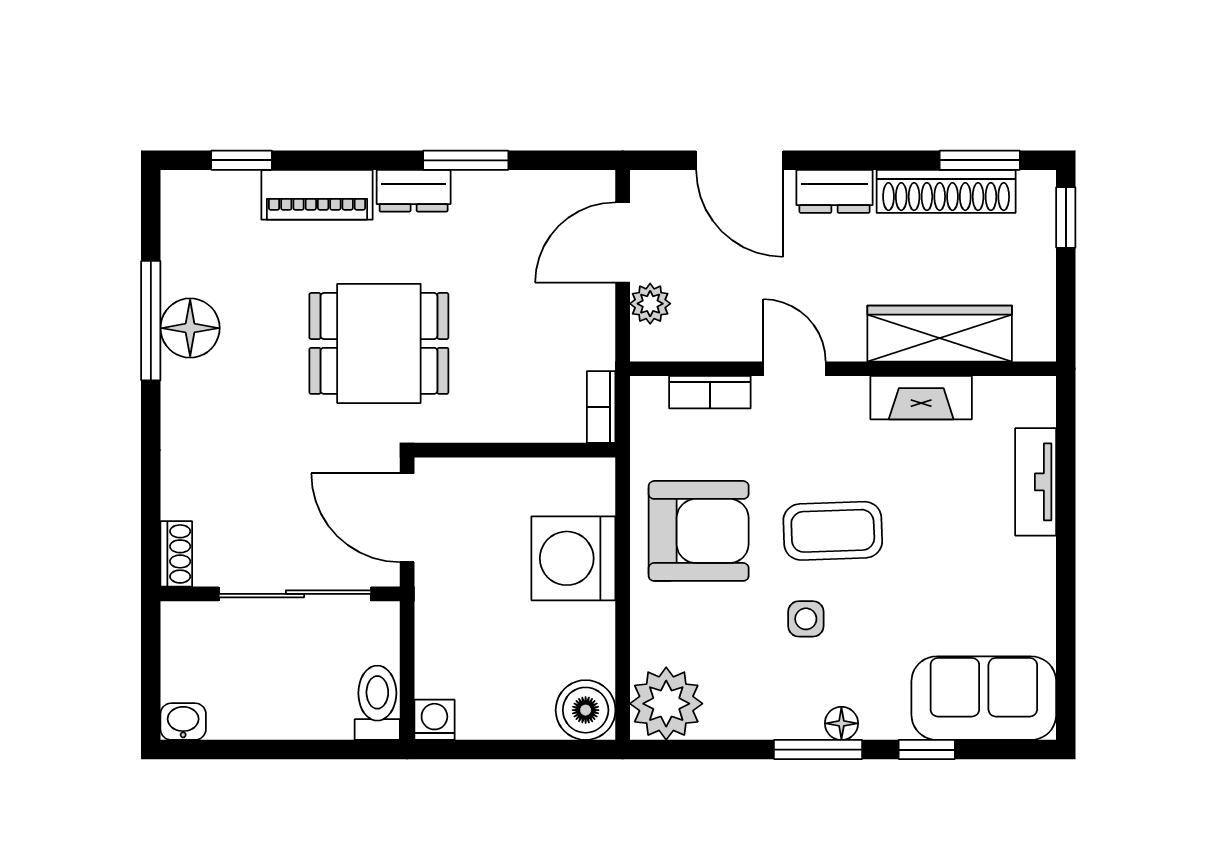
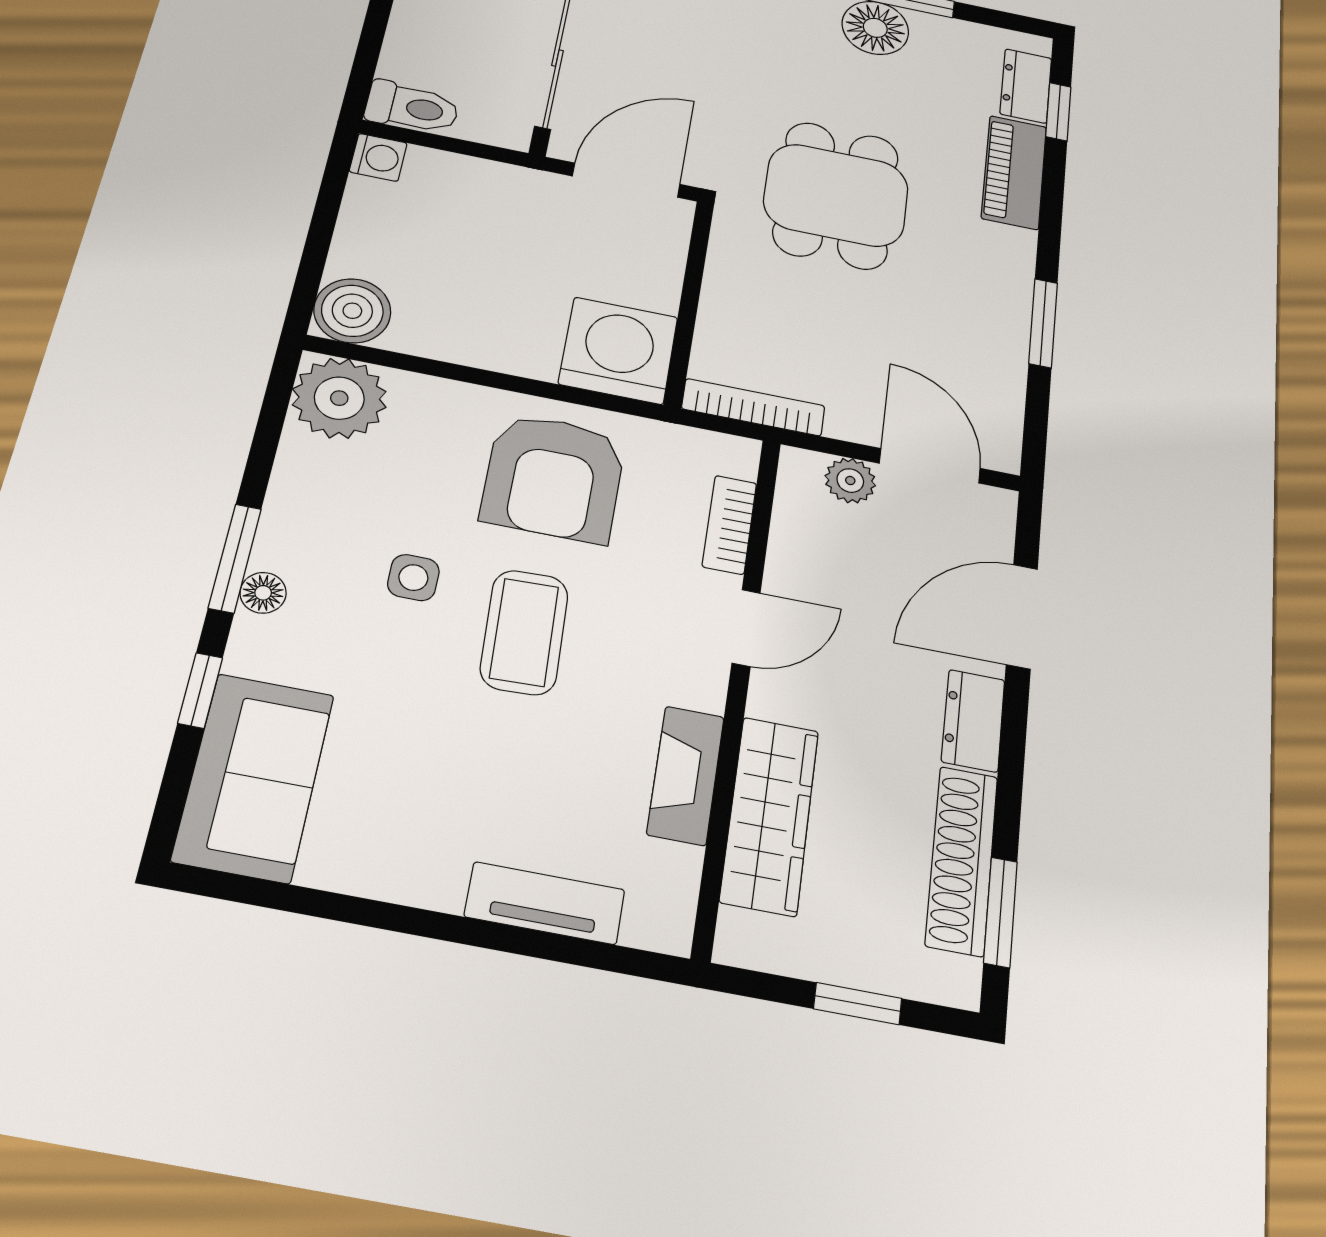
dresser: (414, 191) -> (1026, 86), moved
window: (1066, 217) -> (858, 1004), moved
bookcase: (601, 407) -> (753, 407), width x1.56
washing machine: (573, 558) -> (618, 351), moved

